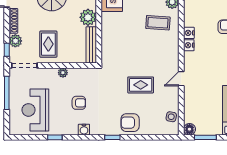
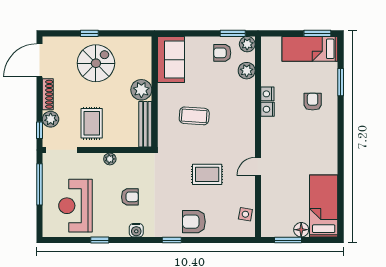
coffee table: (158, 23) -> (194, 116), moved
nightstand: (189, 45) -> (267, 94), moved
floor lamp: (189, 129) -> (301, 230), moved

